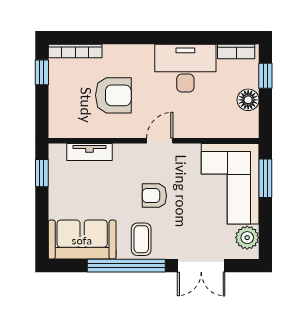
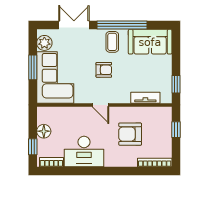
window: (42, 72) -> (176, 130), moved
door: (160, 141) -> (100, 105), hinge flipped
window: (265, 178) -> (33, 67), moved

